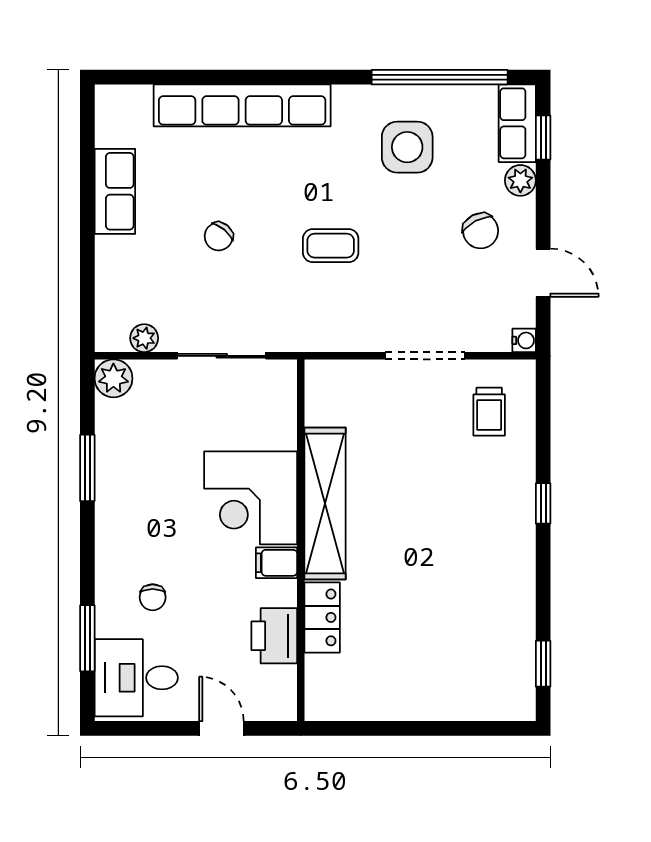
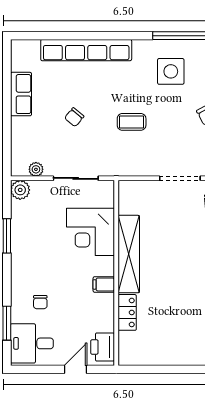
corner desk: (251, 498) -> (91, 232), moved
printer: (274, 636) -> (103, 347), moved
door: (221, 728) -> (76, 369), hinge flipped

